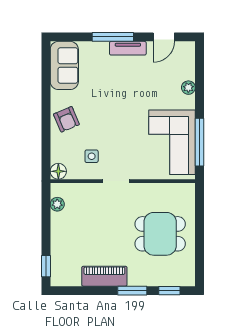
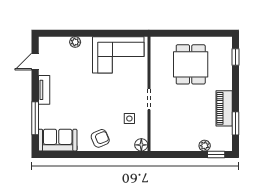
window: (113, 37) -> (35, 118), moved
door: (164, 37) -> (35, 61), swing flipped
window: (200, 142) -> (118, 33), removed
plant: (57, 204) -> (205, 146), moved
window: (132, 291) -> (236, 123), moved

